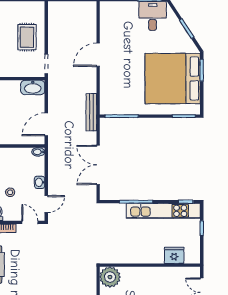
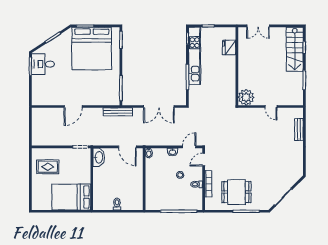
rug: (27, 37) -> (48, 167), moved
door: (98, 55) -> (73, 107), hinge flipped
door: (46, 204) -> (189, 147), hinge flipped

